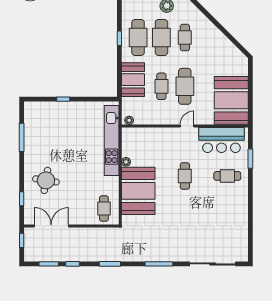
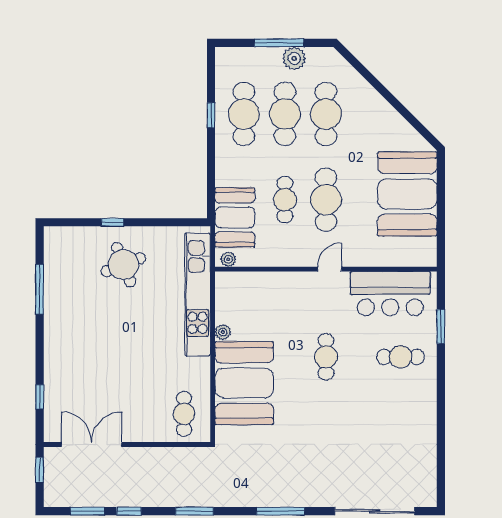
cafe table: (185, 37) -> (326, 114), width x1.37, depth x1.35
booth: (133, 80) -> (235, 217), moved
booth: (231, 100) -> (407, 194), moved
round table: (46, 180) -> (124, 265), moved, turned -30

